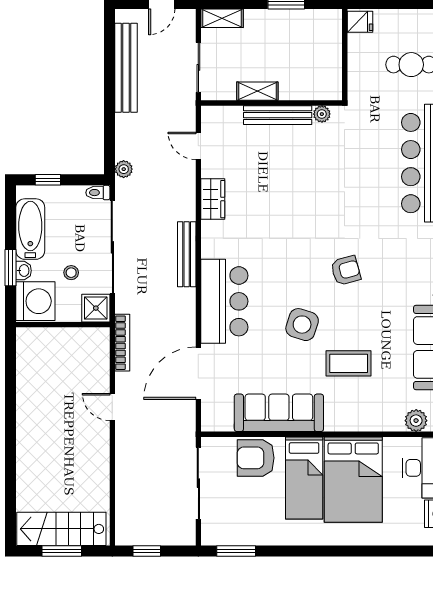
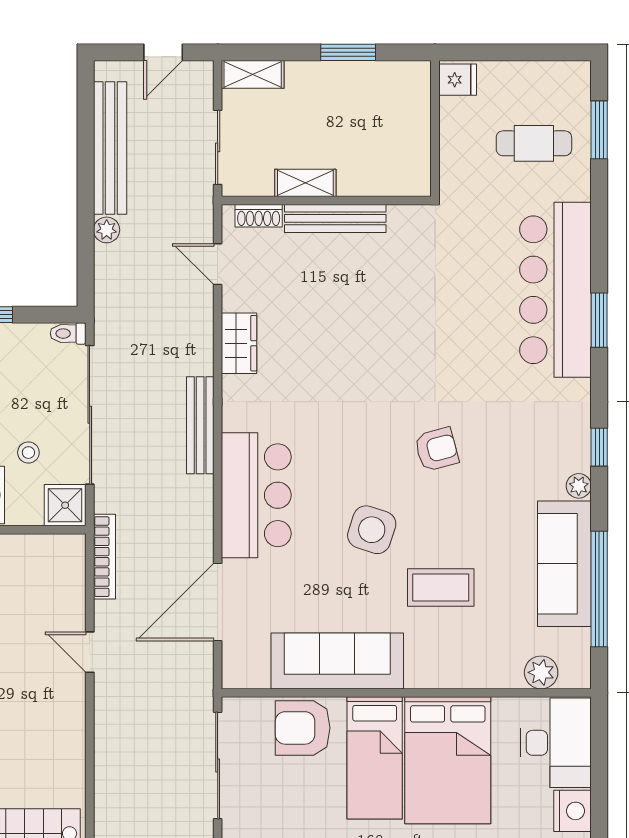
shoe rack: (226, 113) -> (259, 216), added
plant: (322, 114) -> (401, 217), removed
plant: (124, 169) -> (107, 230), moved

